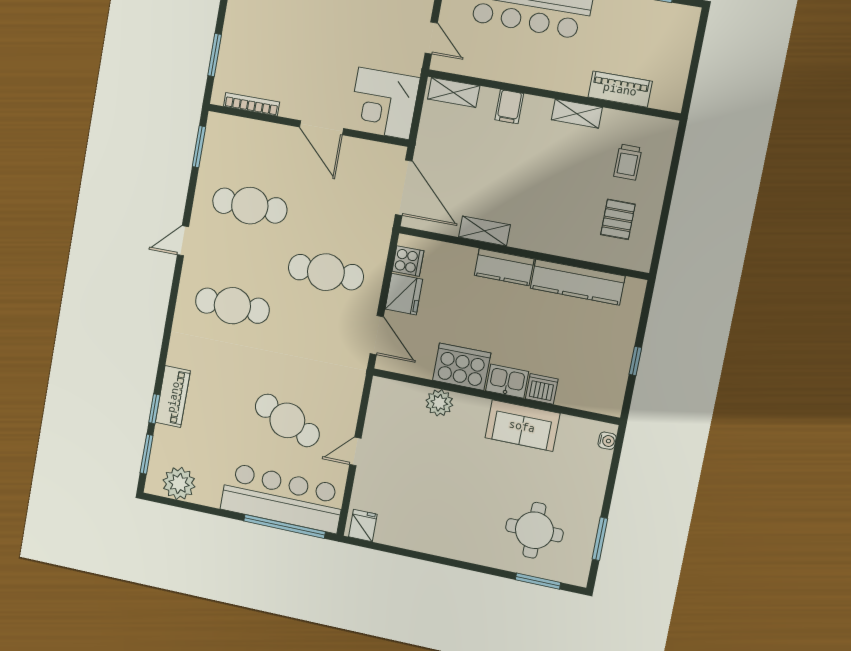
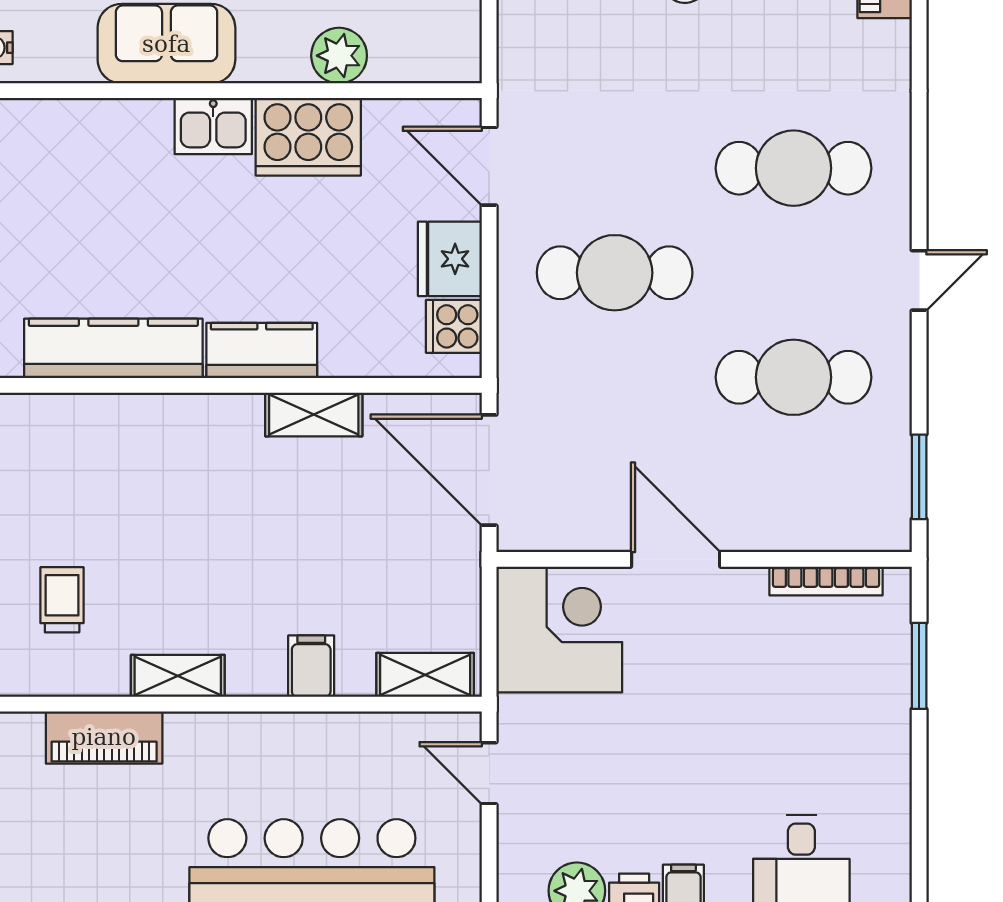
pallet: (618, 219) -> (59, 486), removed
dishwasher: (542, 389) -> (143, 124), removed

